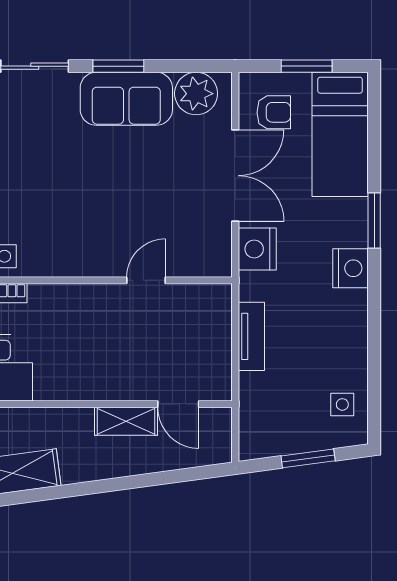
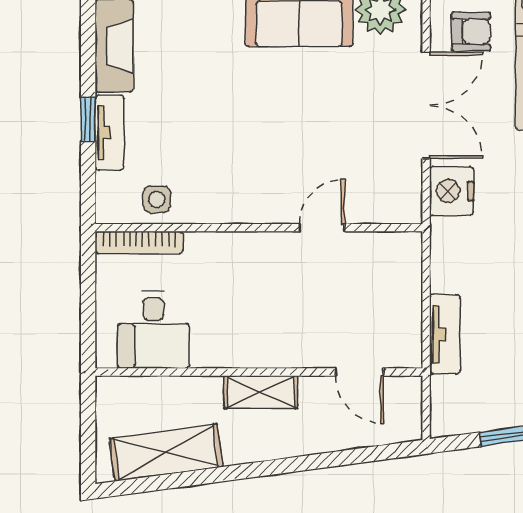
tv unit: (251, 336) -> (445, 334), moved
shelving: (126, 421) -> (261, 392), moved

